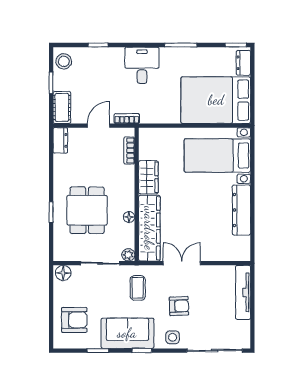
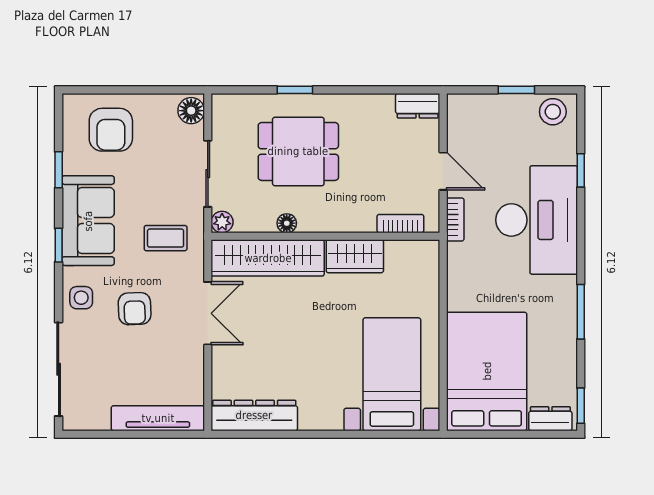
desk: (142, 65) -> (537, 220), width x1.87, depth x1.30
cot: (62, 107) -> (474, 108), removed
dresser: (241, 210) -> (254, 415), moved

